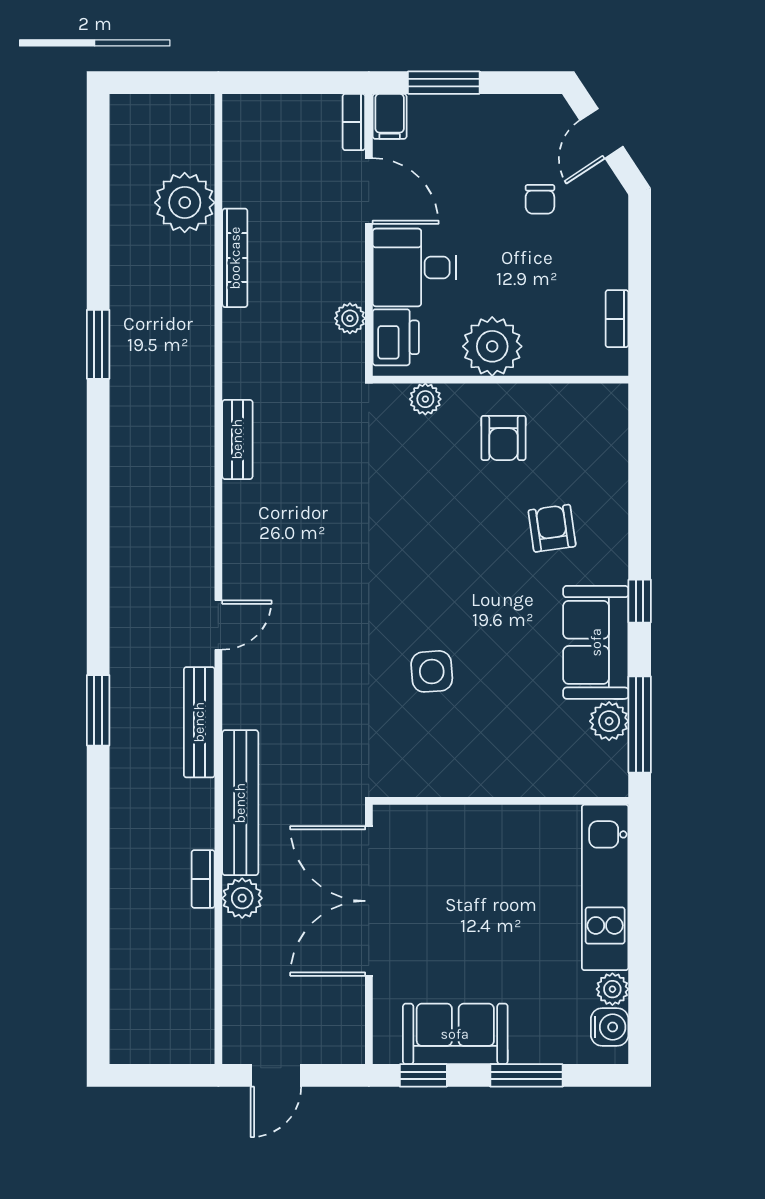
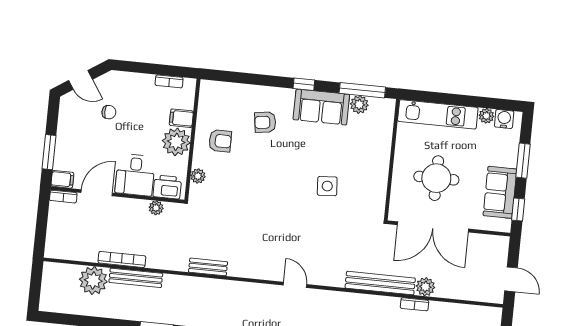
filing cabinet: (543, 352) -> (181, 118), added
bench: (199, 722) -> (136, 278), moved
round table: (472, 898) -> (436, 178), added

